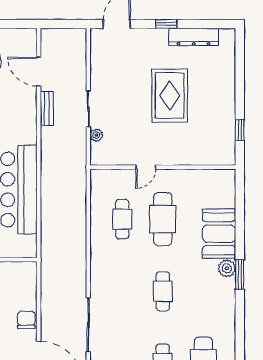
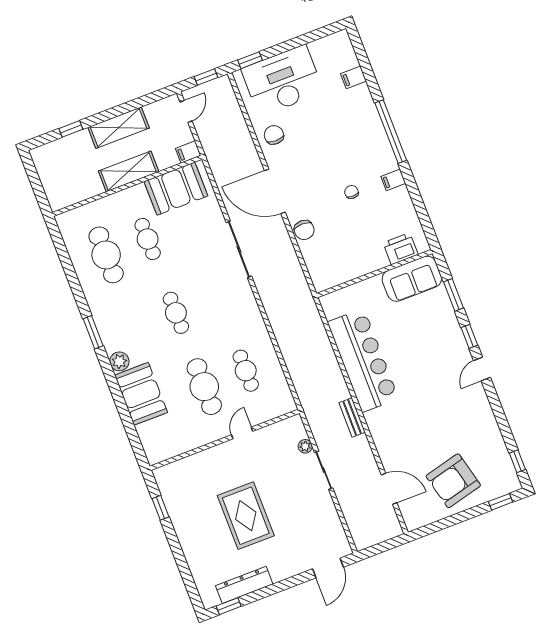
window: (166, 24) -> (229, 606), moved
bench: (47, 108) -> (352, 417), moved
window: (240, 274) -> (93, 332), moved

